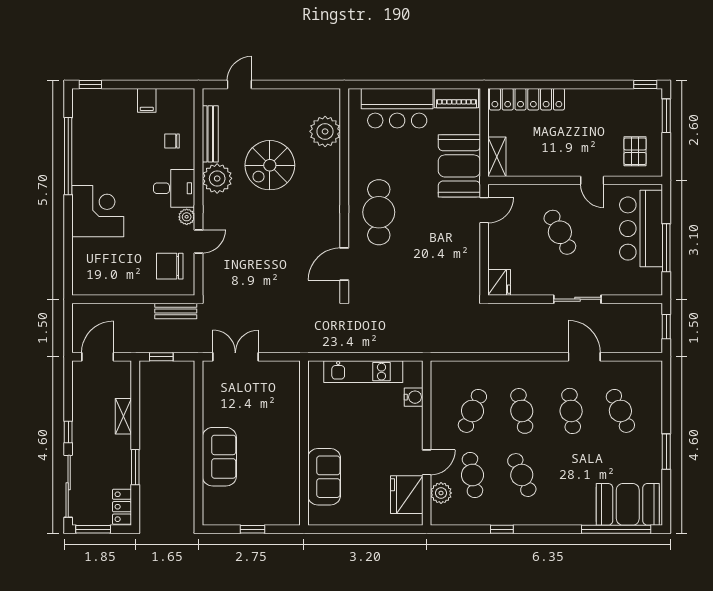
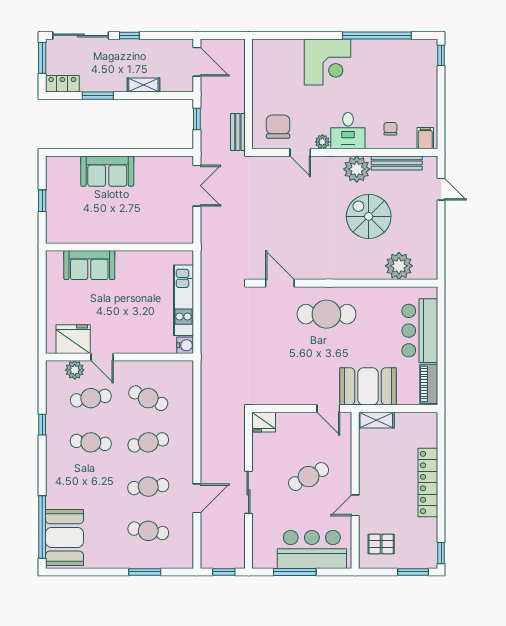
locker: (527, 99) -> (428, 483), moved
filing cabinet: (147, 100) -> (425, 138), moved, turned 90
water cooler: (414, 397) -> (185, 345), moved, turned -90
cafe table: (620, 411) -> (148, 531), turned 33
window: (666, 452) -> (145, 572), moved
cafe table: (522, 475) -> (91, 442), turned 30

